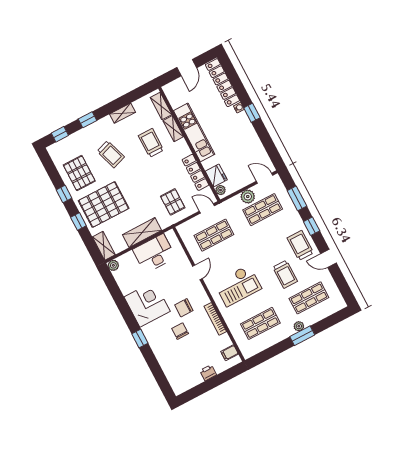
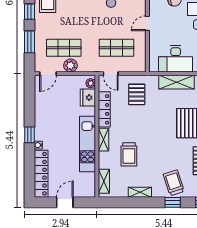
shelving: (173, 129) -> (104, 140), moved
trolley: (111, 154) -> (174, 183), moved
door: (265, 178) -> (48, 74), hinge flipped

